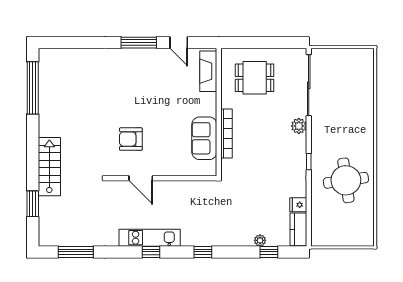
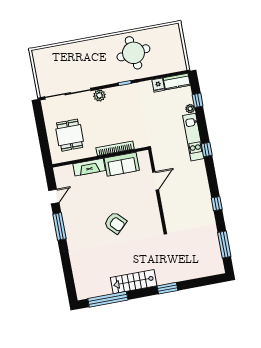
fireplace: (208, 71) -> (89, 167), moved
armchair: (131, 139) -> (115, 223), moved, turned -44
stairs: (49, 167) -> (134, 282), moved
door: (141, 178) -> (156, 181), moved
window: (33, 204) -> (167, 288), moved
kitchen unit: (150, 238) -> (193, 137), moved
window: (151, 252) -> (217, 204), moved

